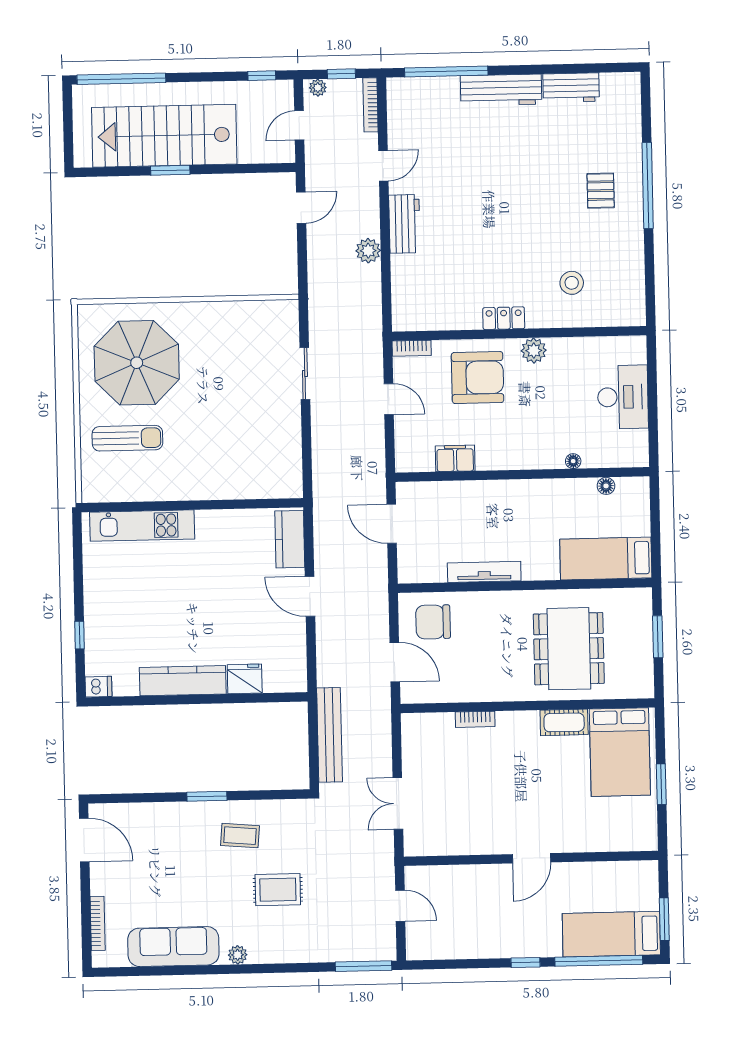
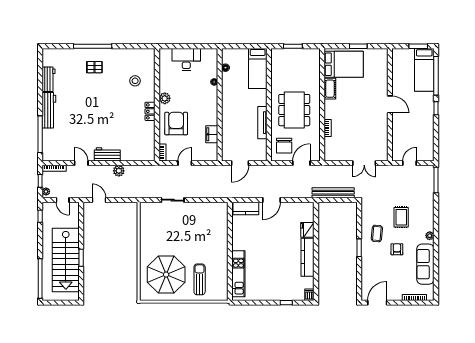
dining table: (569, 649) -> (294, 110), moved, turned 90
armchair: (205, 882) -> (397, 249), added

